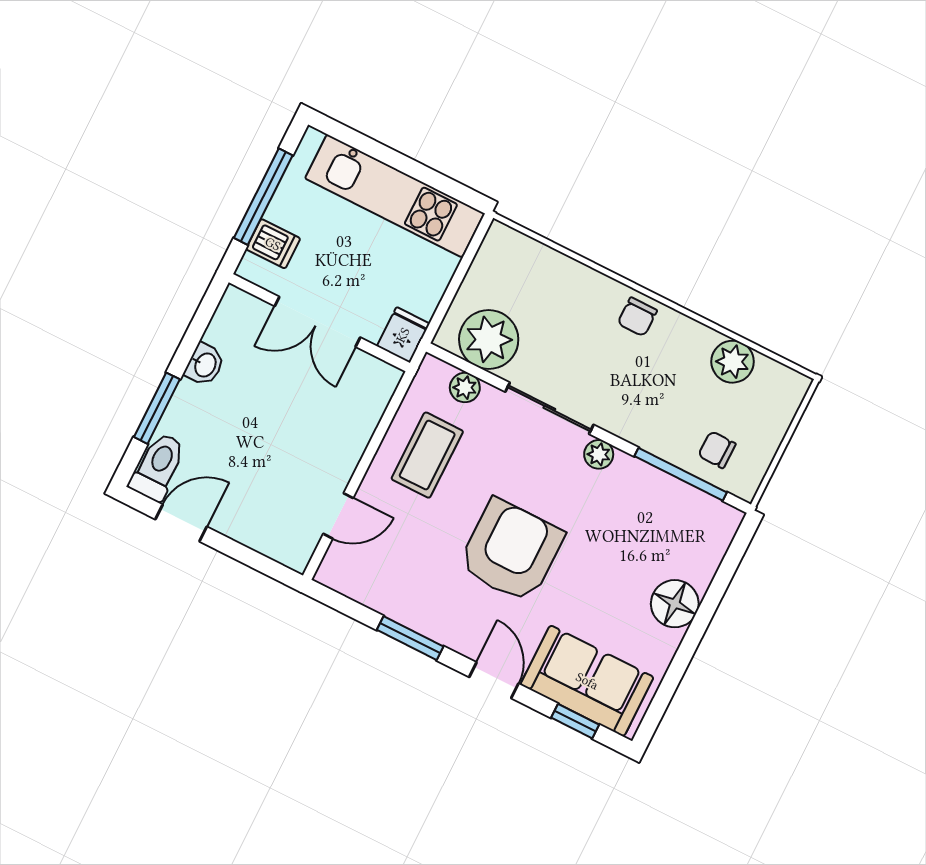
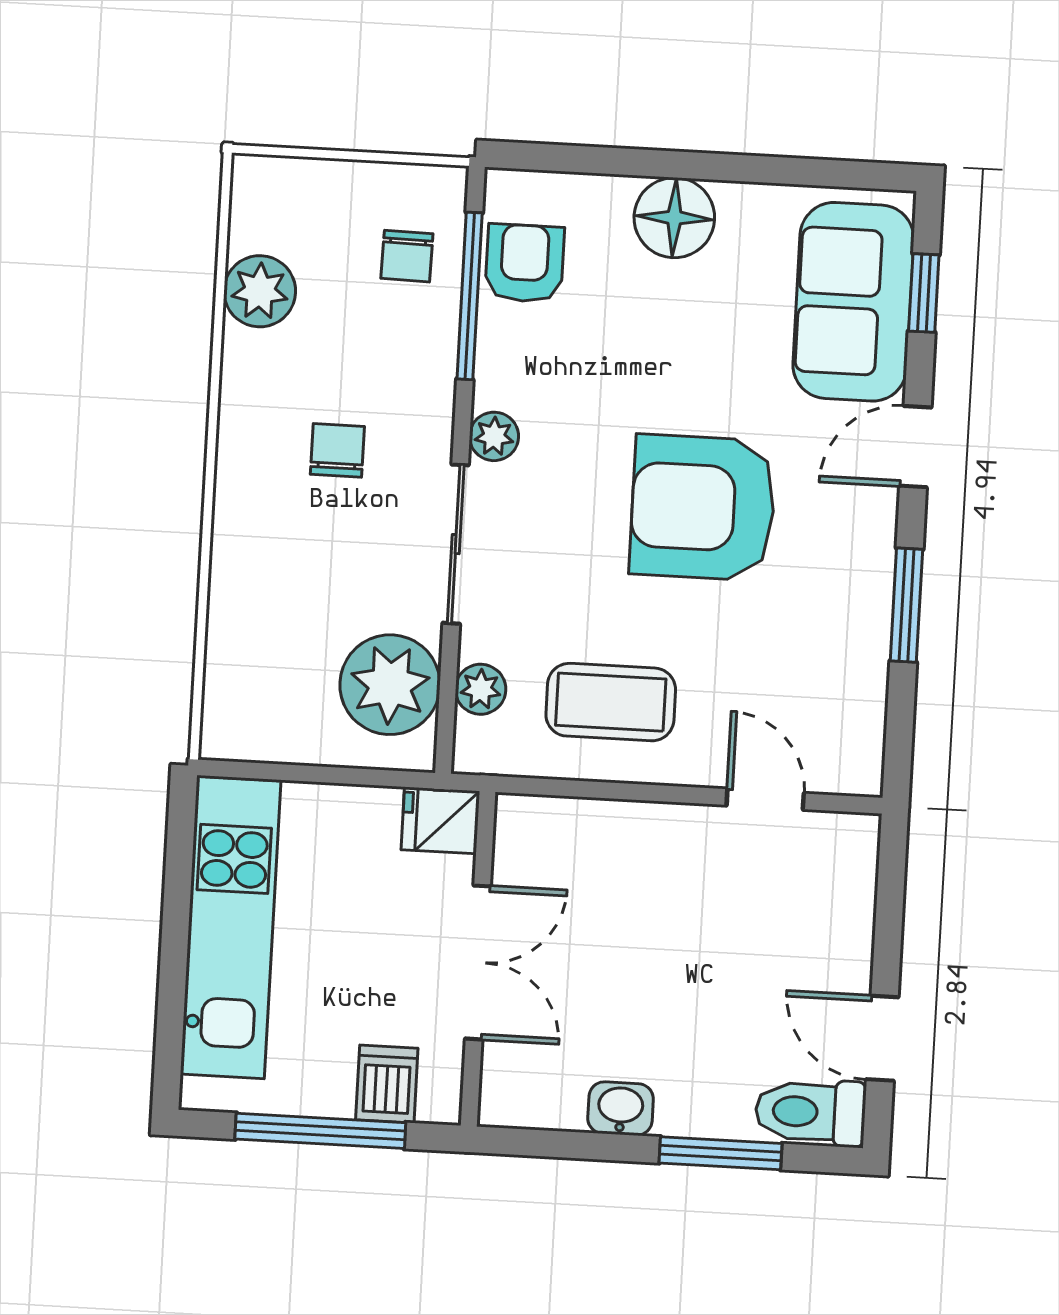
chair: (637, 317) -> (337, 450), moved, turned -90
armchair: (685, 512) -> (525, 263), added

